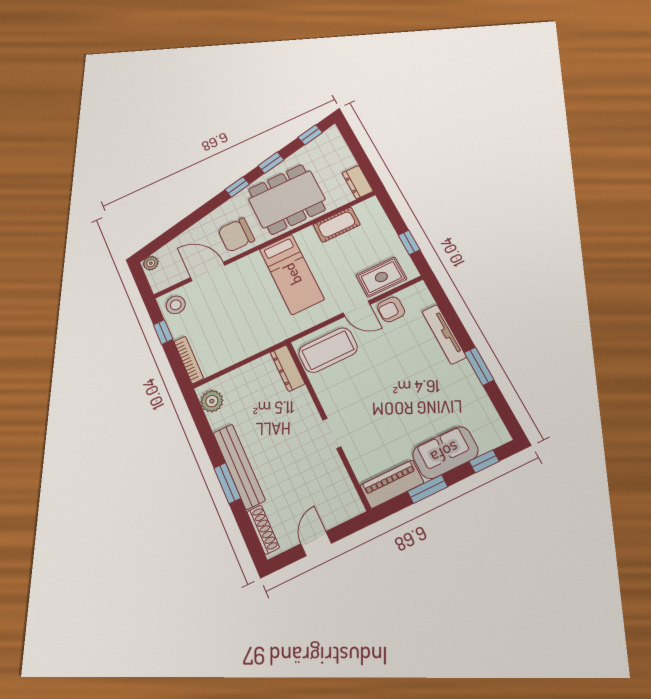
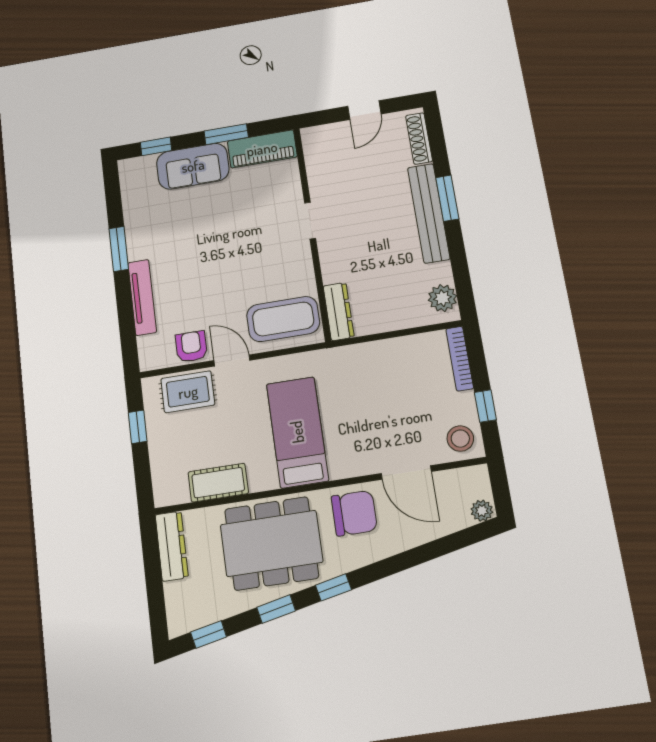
dresser: (358, 182) -> (172, 546), width x1.44
armchair: (391, 309) -> (191, 346), turned -90

